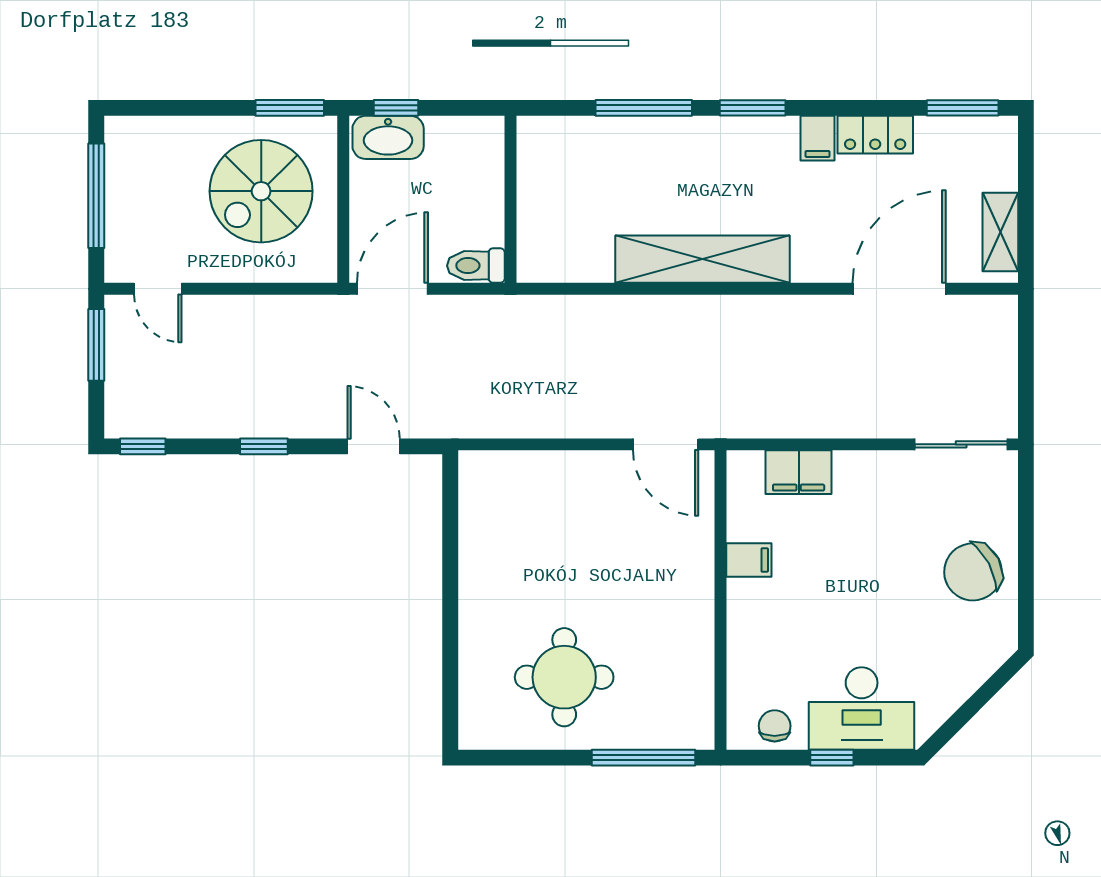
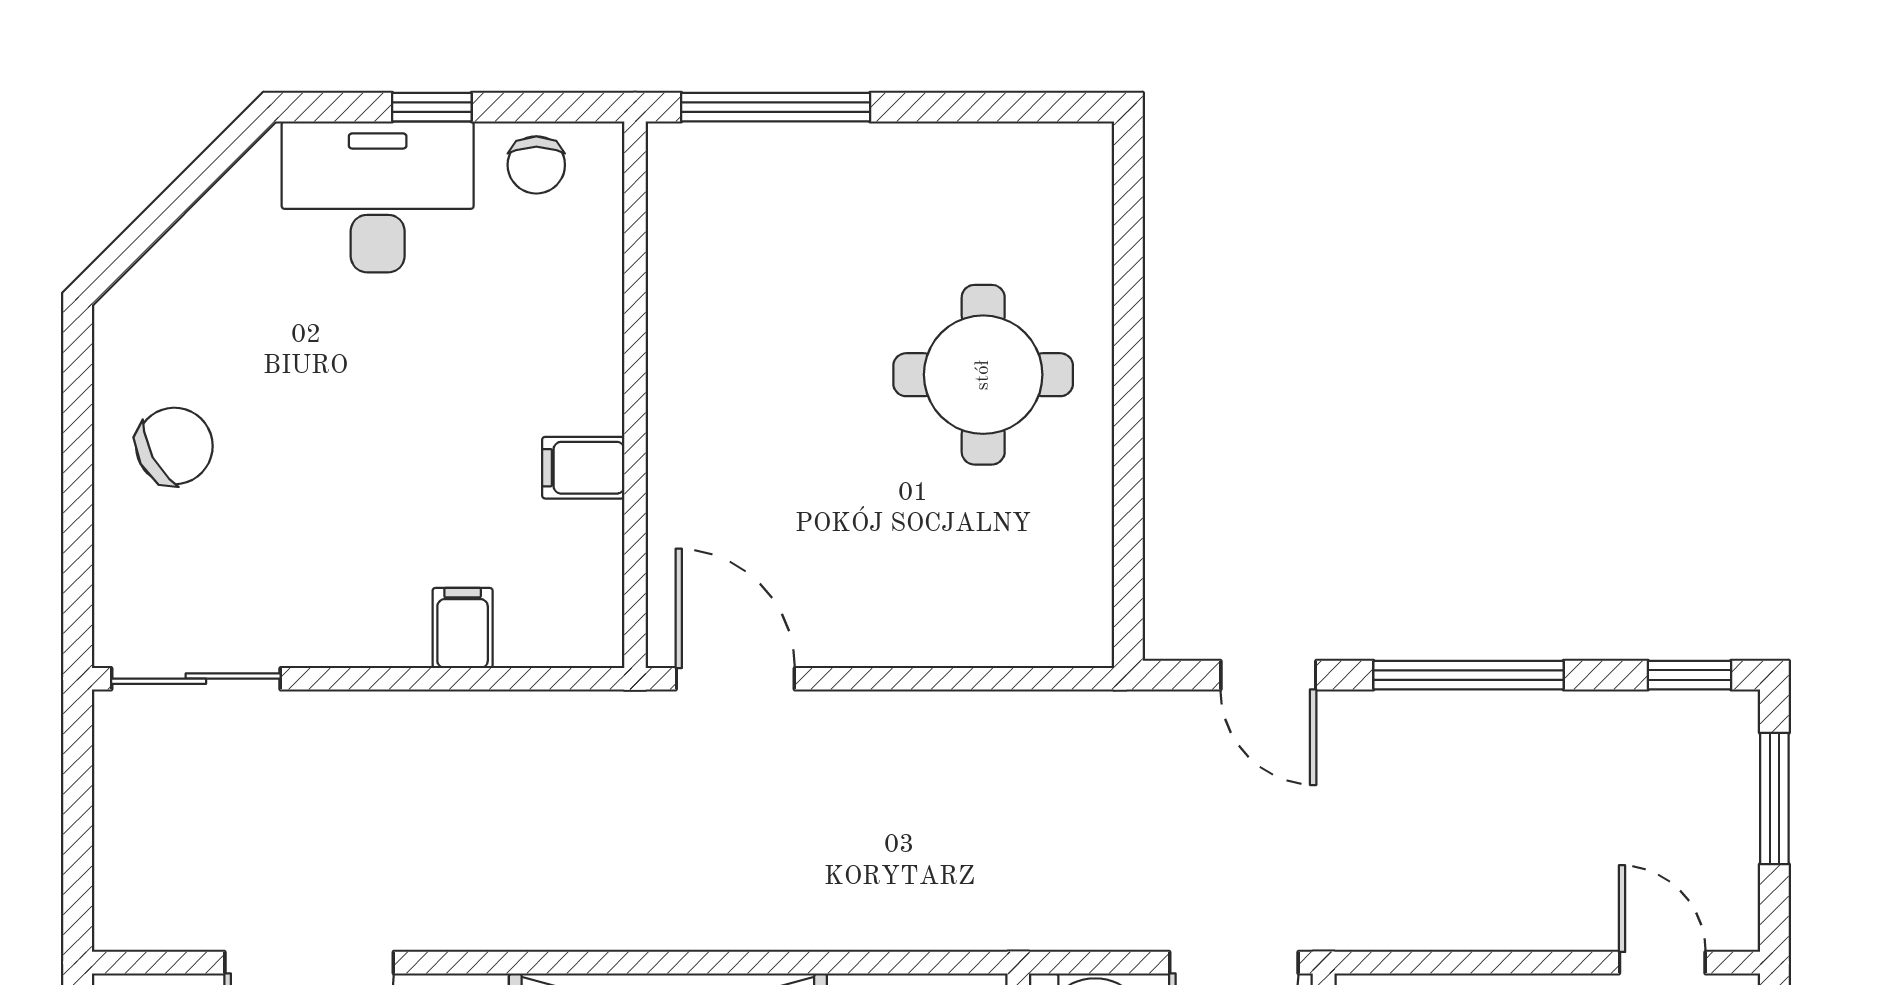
window: (96, 345) -> (1774, 798), moved
window: (264, 446) -> (1469, 675), width x2.17
filing cabinet: (799, 472) -> (463, 628), width x0.50
chair: (973, 572) -> (174, 446), width x0.73, depth x0.73
round table: (564, 677) -> (983, 375), moved

